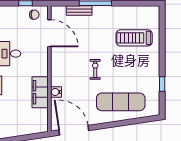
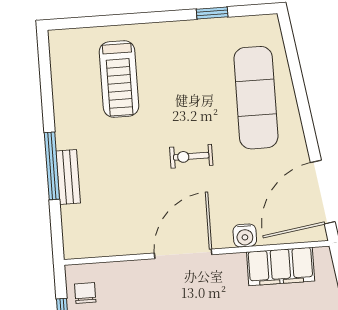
bench: (79, 11) -> (68, 177), moved
door: (49, 33) -> (183, 254), moved
filing cabinet: (40, 92) -> (281, 267), moved

